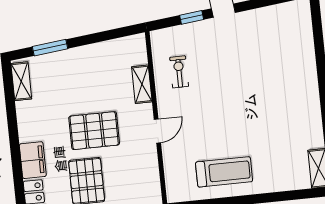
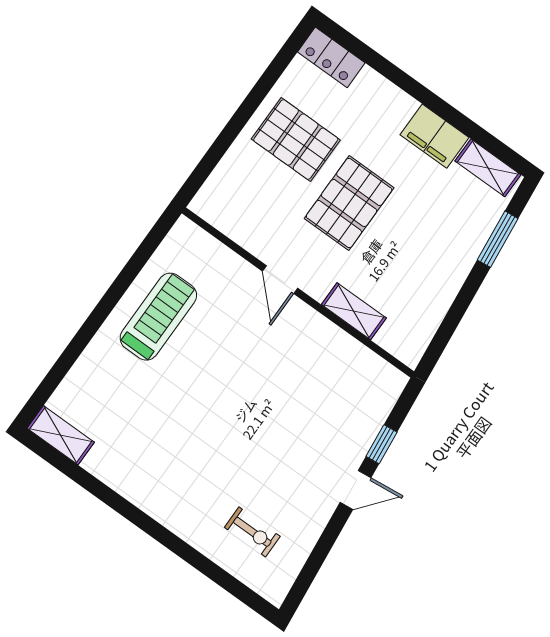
exercise bike: (179, 72) -> (252, 532), moved
filing cabinet: (33, 160) -> (435, 136), moved
treadmill: (224, 172) -> (158, 317), turned 180

